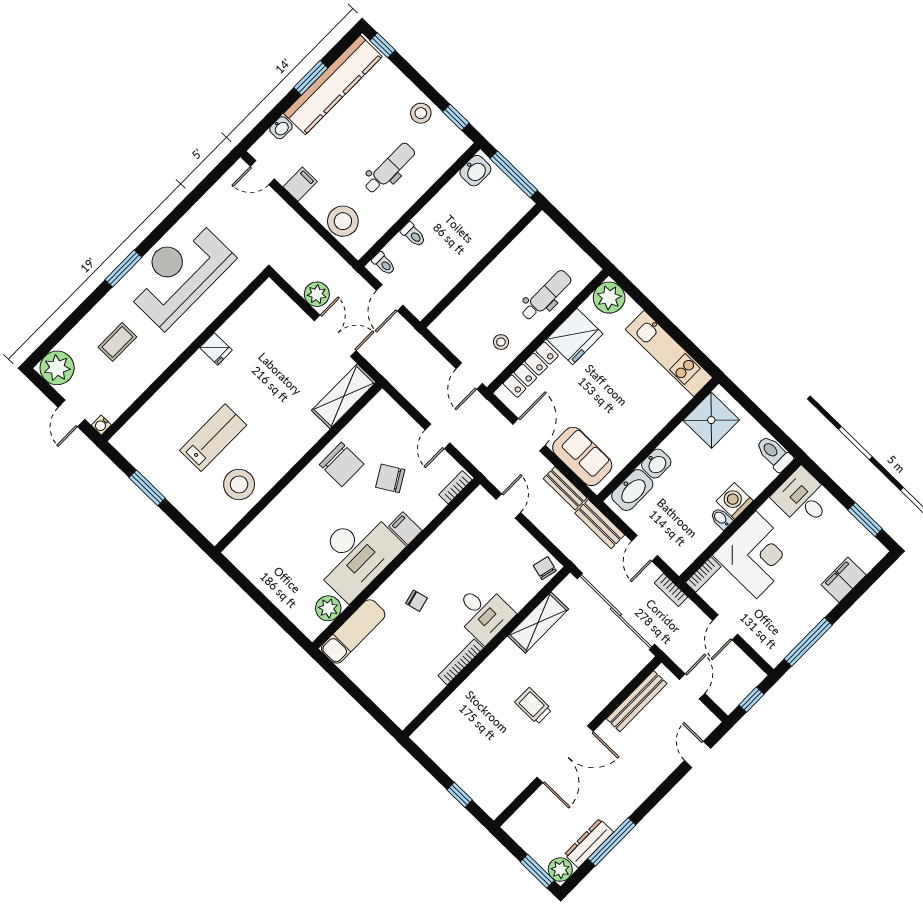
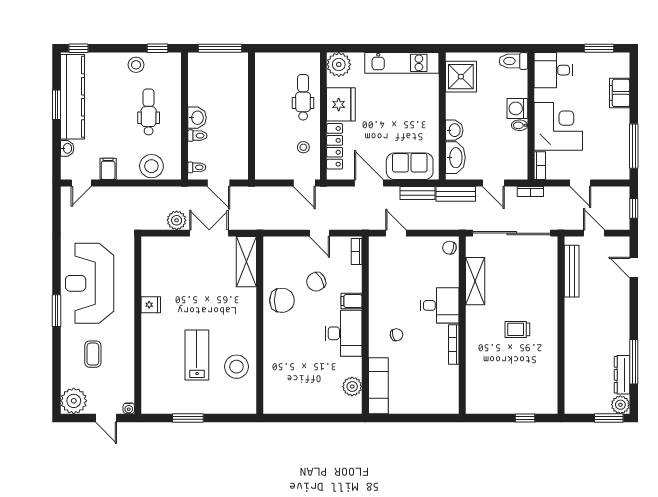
washbasin: (475, 171) -> (197, 118), moved
desk: (356, 554) -> (344, 333), width x0.73, depth x0.77
double door: (565, 754) -> (561, 339), removed

